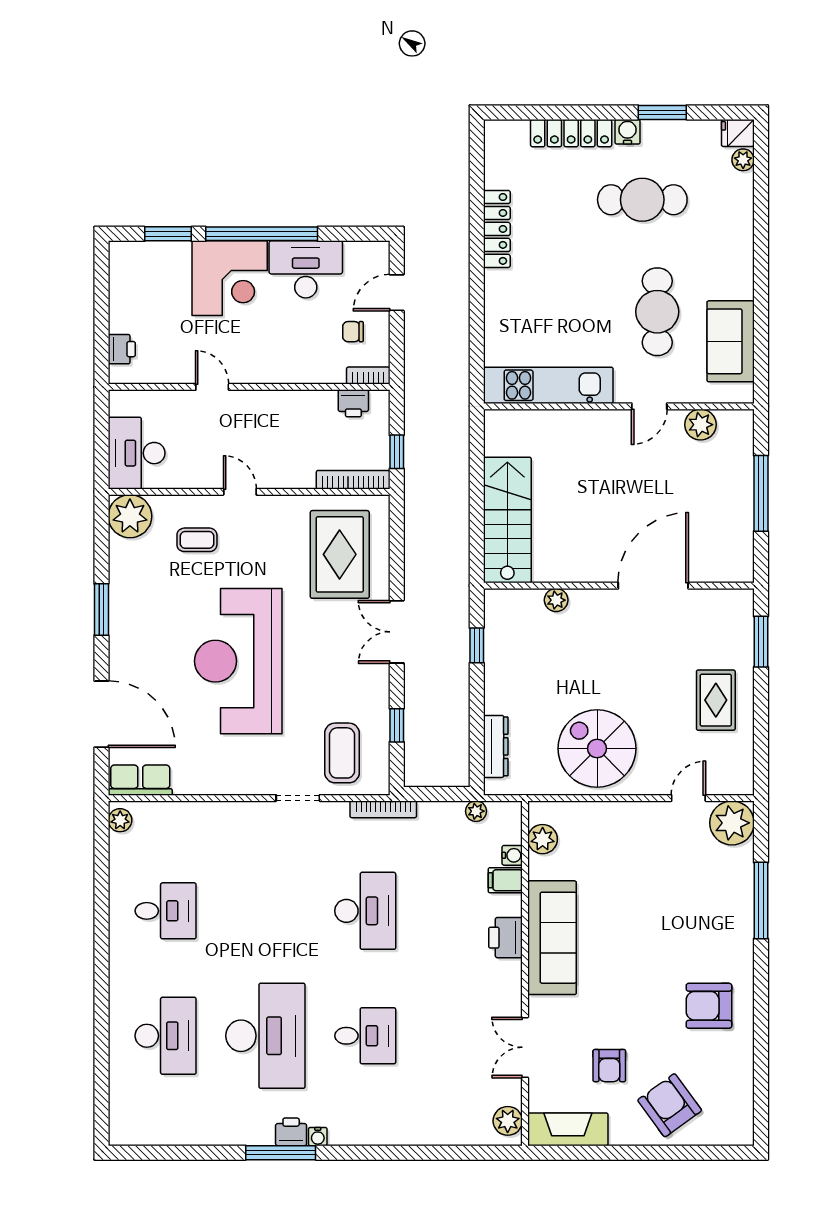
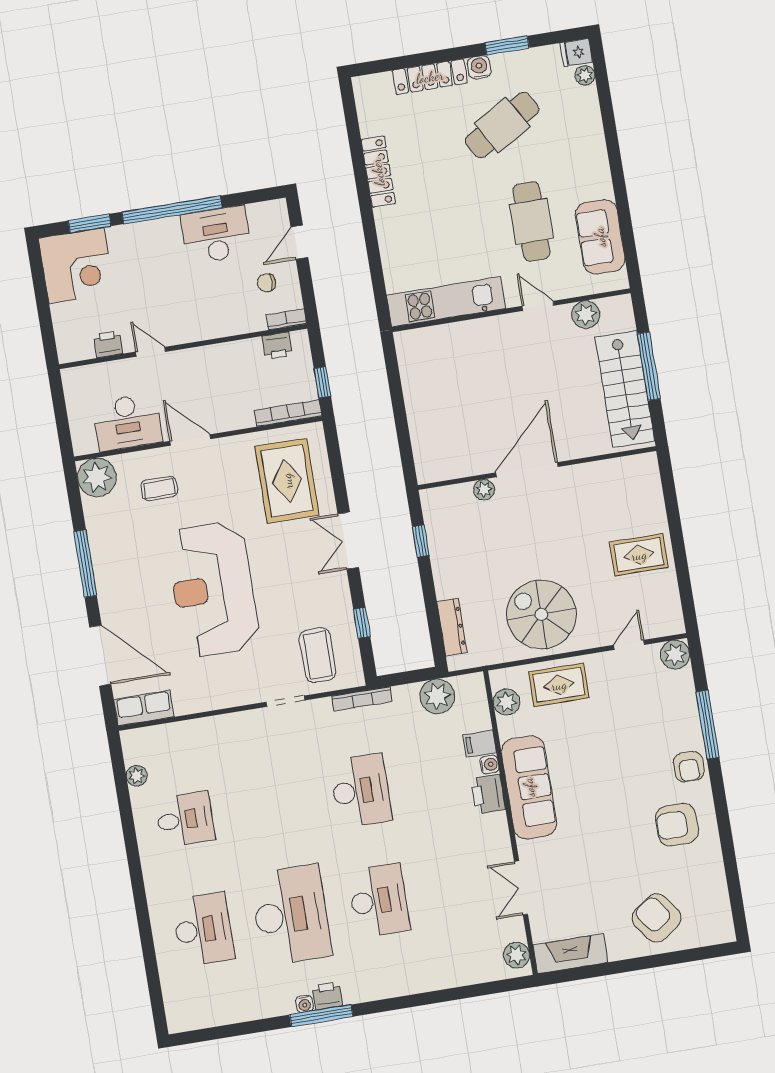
cafe table: (642, 200) -> (502, 125), turned -30
corner desk: (230, 278) -> (76, 266), moved
printer: (122, 349) -> (108, 344), moved, turned -90
door: (649, 406) -> (538, 306), swing flipped
desk: (137, 453) -> (127, 422), moved, turned -90
door: (240, 492) -> (190, 440), width x1.38
stairs: (507, 520) -> (625, 389), moved, turned 180
door: (653, 586) -> (527, 470), moved
window: (101, 609) -> (85, 564), width x1.44
window: (761, 642) -> (670, 497), removed
rug: (716, 700) -> (639, 555), turned 90
plant: (476, 811) -> (437, 696), width x1.87, depth x1.87
plant: (120, 820) -> (137, 776), moved
plant: (732, 823) -> (675, 654), width x0.73, depth x0.73
rug: (604, 829) -> (559, 685), added
water cooler: (512, 855) -> (489, 765), moved
desk: (365, 1036) -> (379, 901), width x1.37
armchair: (609, 1066) -> (689, 767), moved
water cooler: (318, 1137) -> (305, 1004), moved

